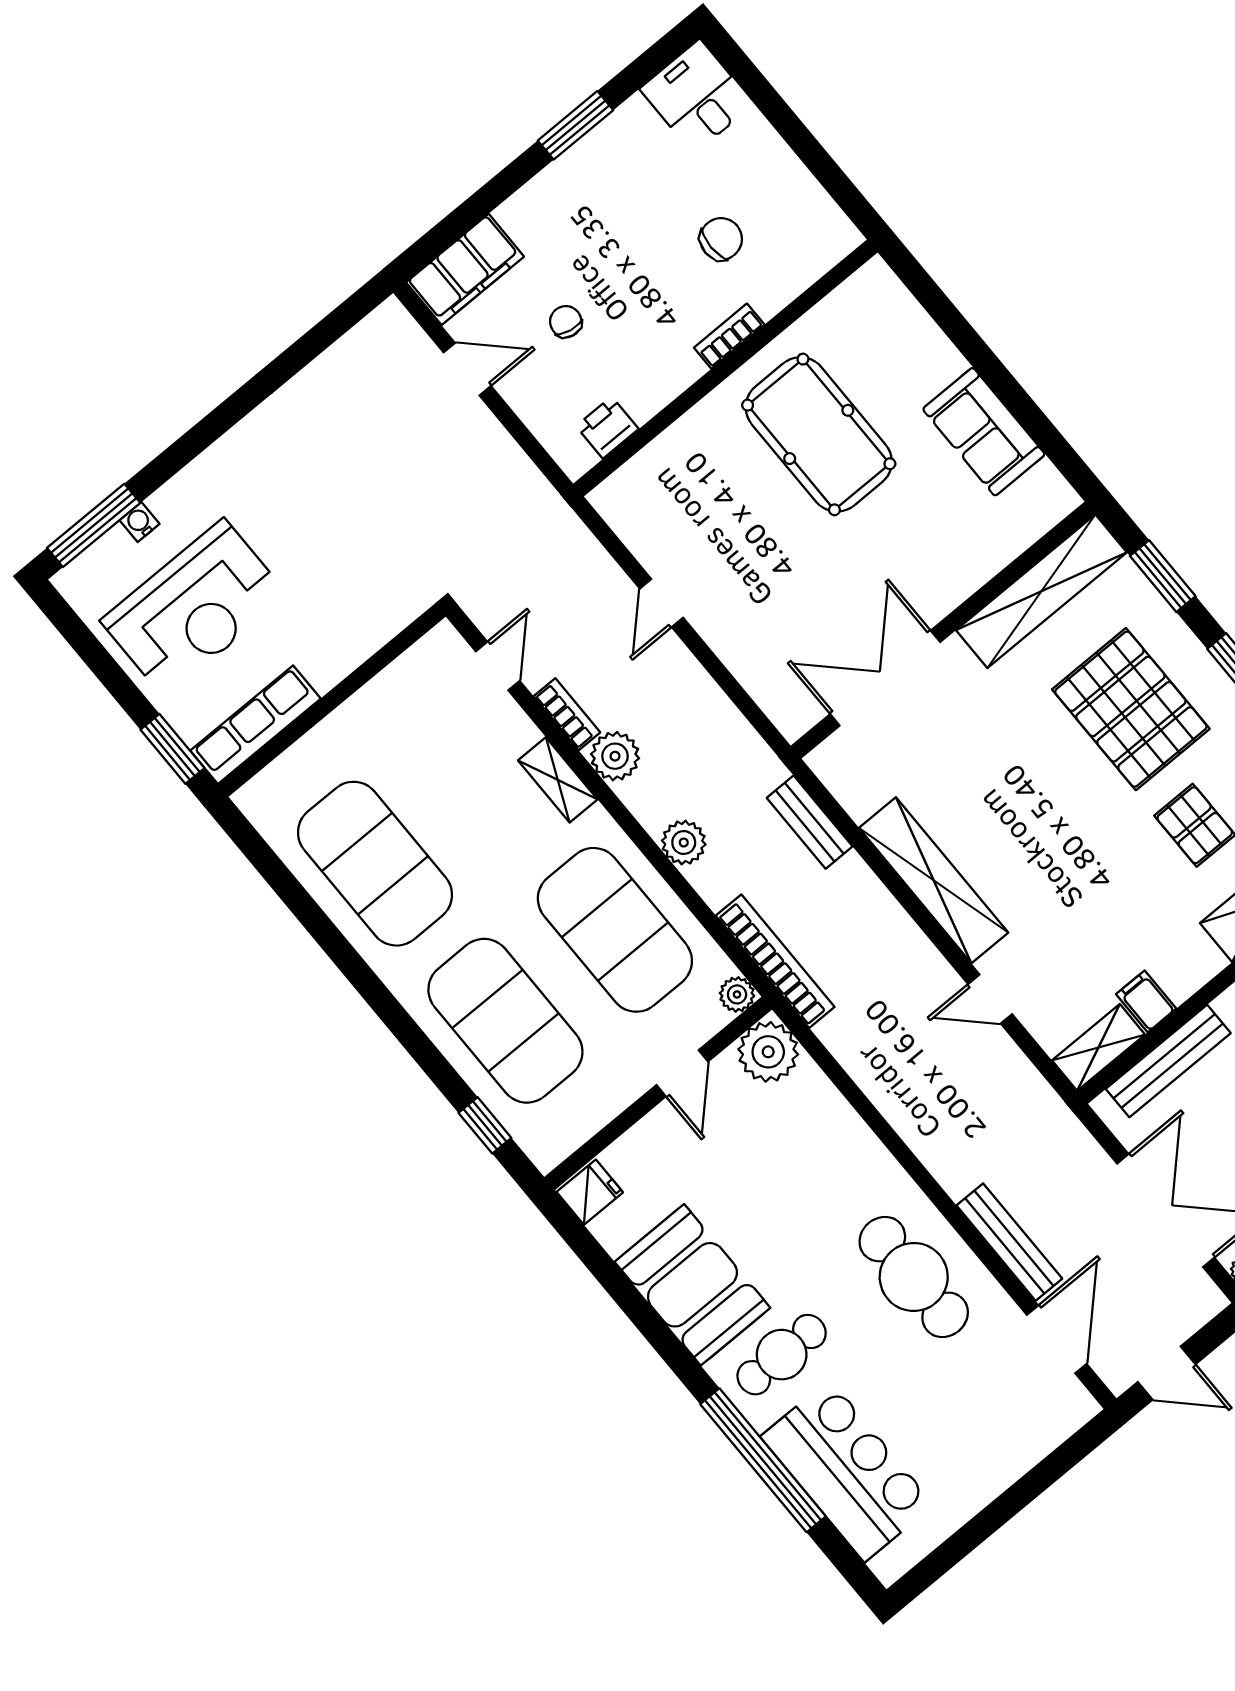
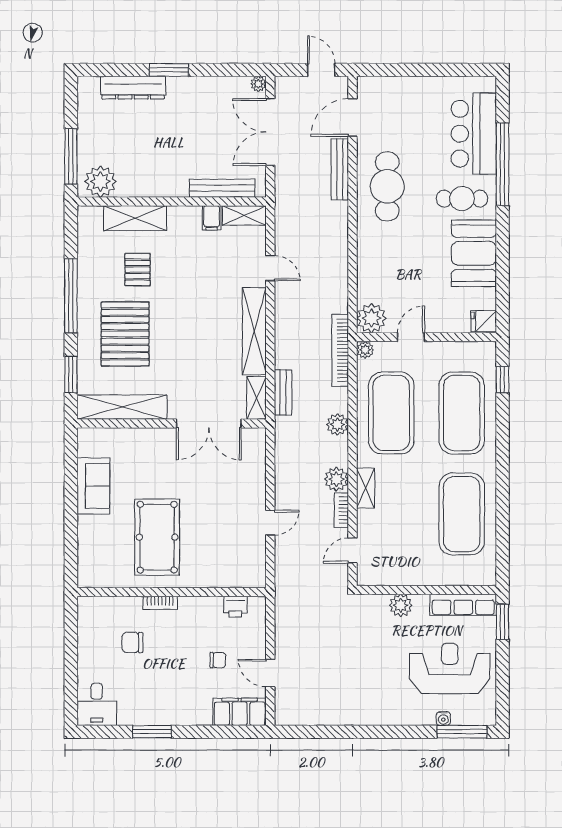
chair: (566, 322) -> (218, 660), turned -101
plant: (352, 643) -> (401, 605), added
shelving: (844, 779) -> (256, 398), added

